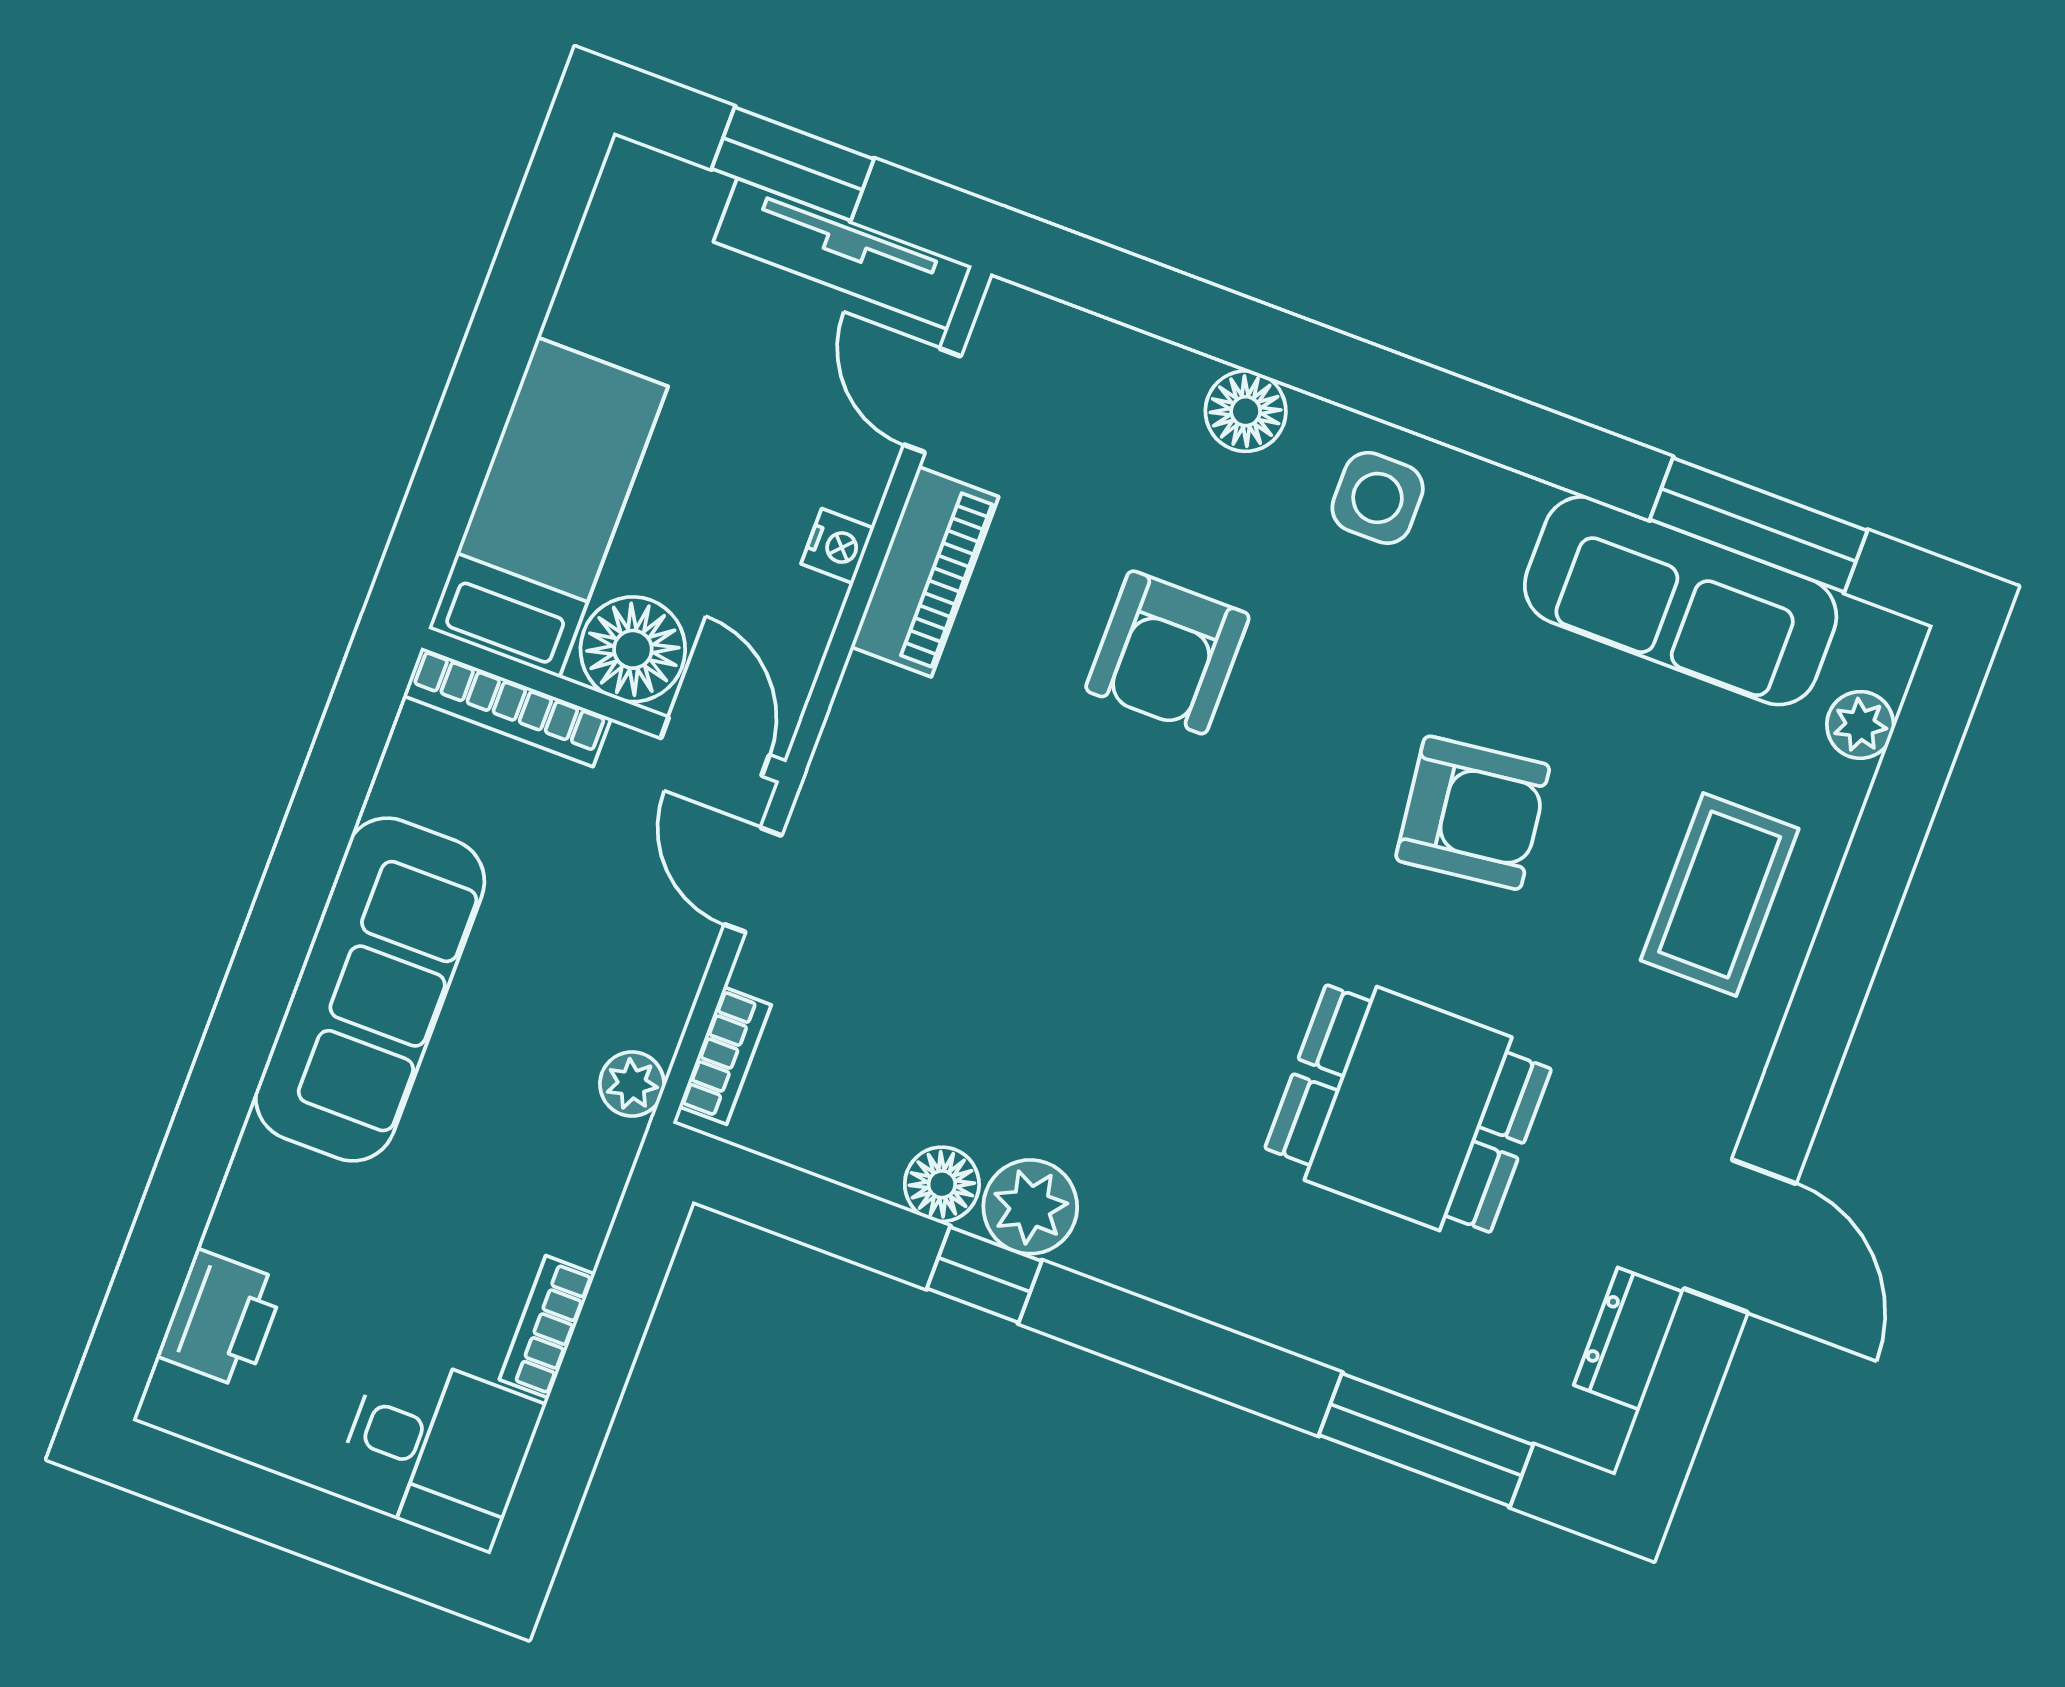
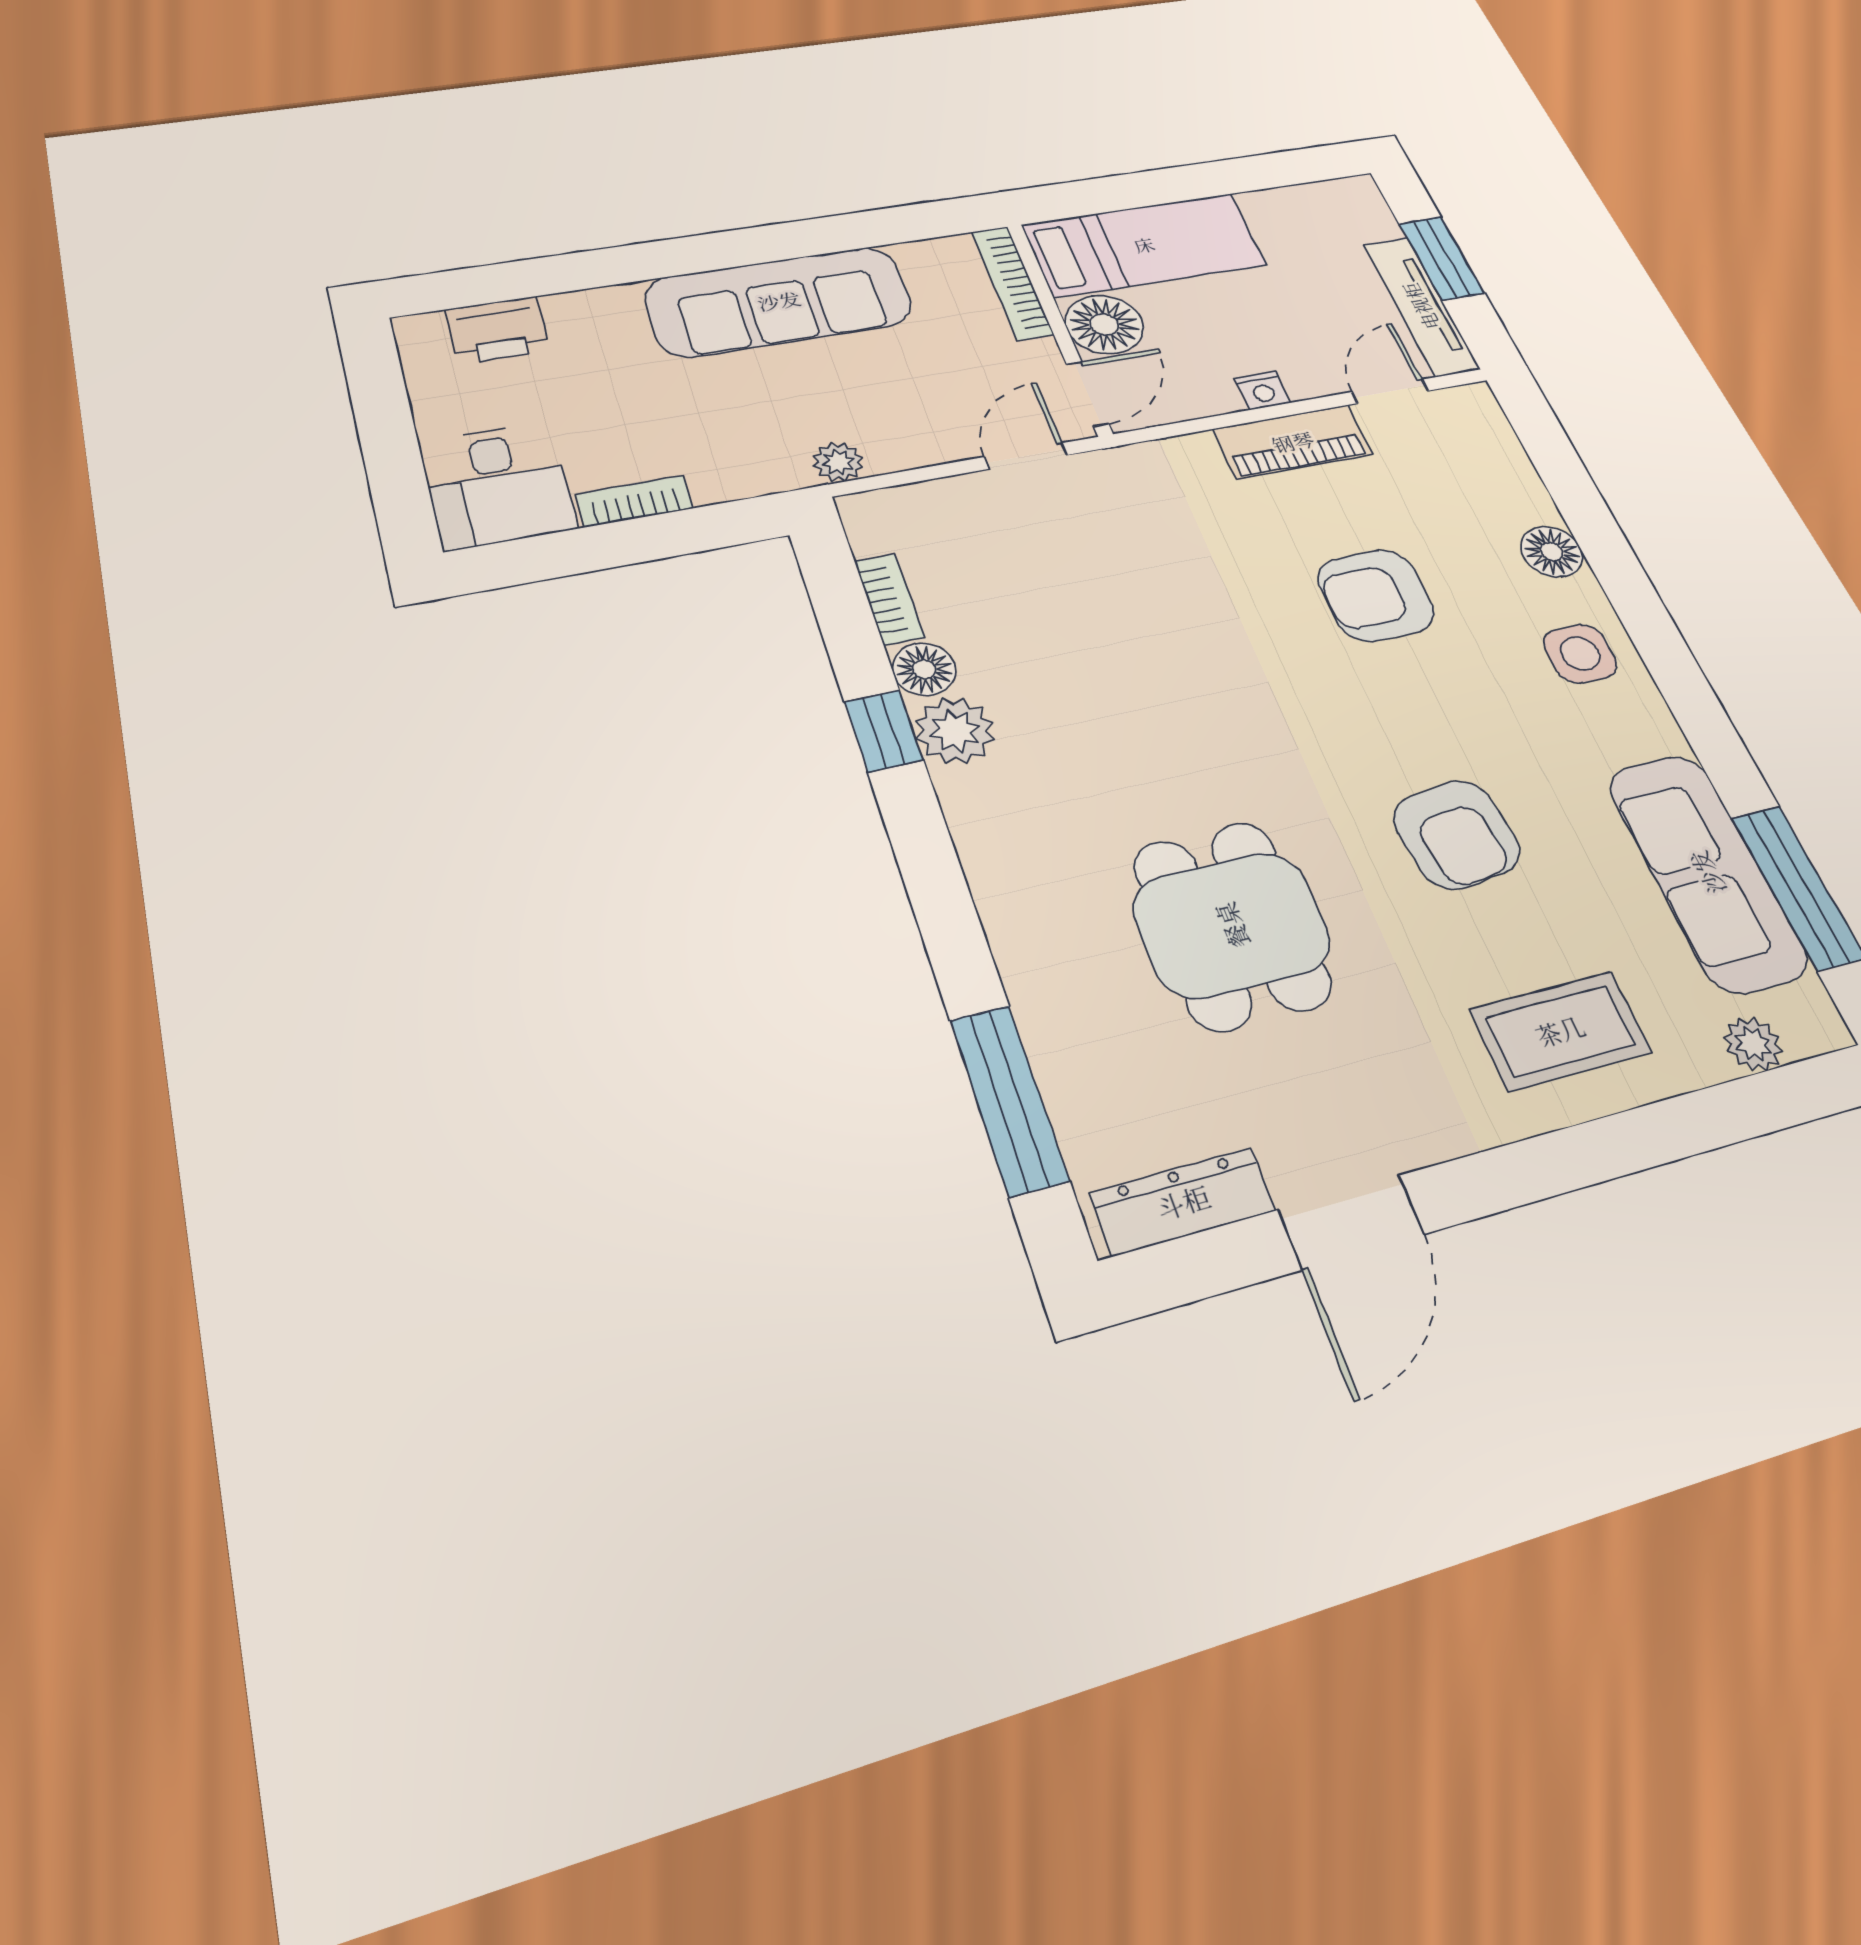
bookcase: (725, 1056) -> (889, 599), moved, turned -90
dresser: (1629, 1339) -> (1183, 1202), width x1.44

